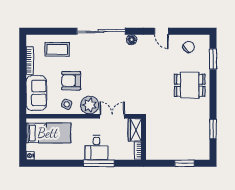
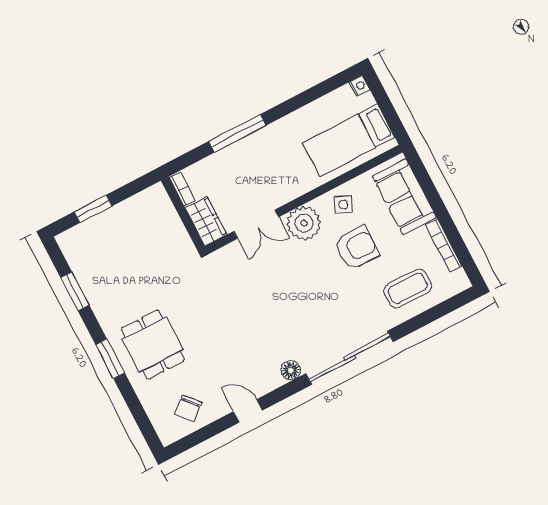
window: (213, 59) -> (110, 359), moved
dining table: (190, 85) -> (153, 345), turned 90
desk: (97, 148) -> (255, 158), removed

